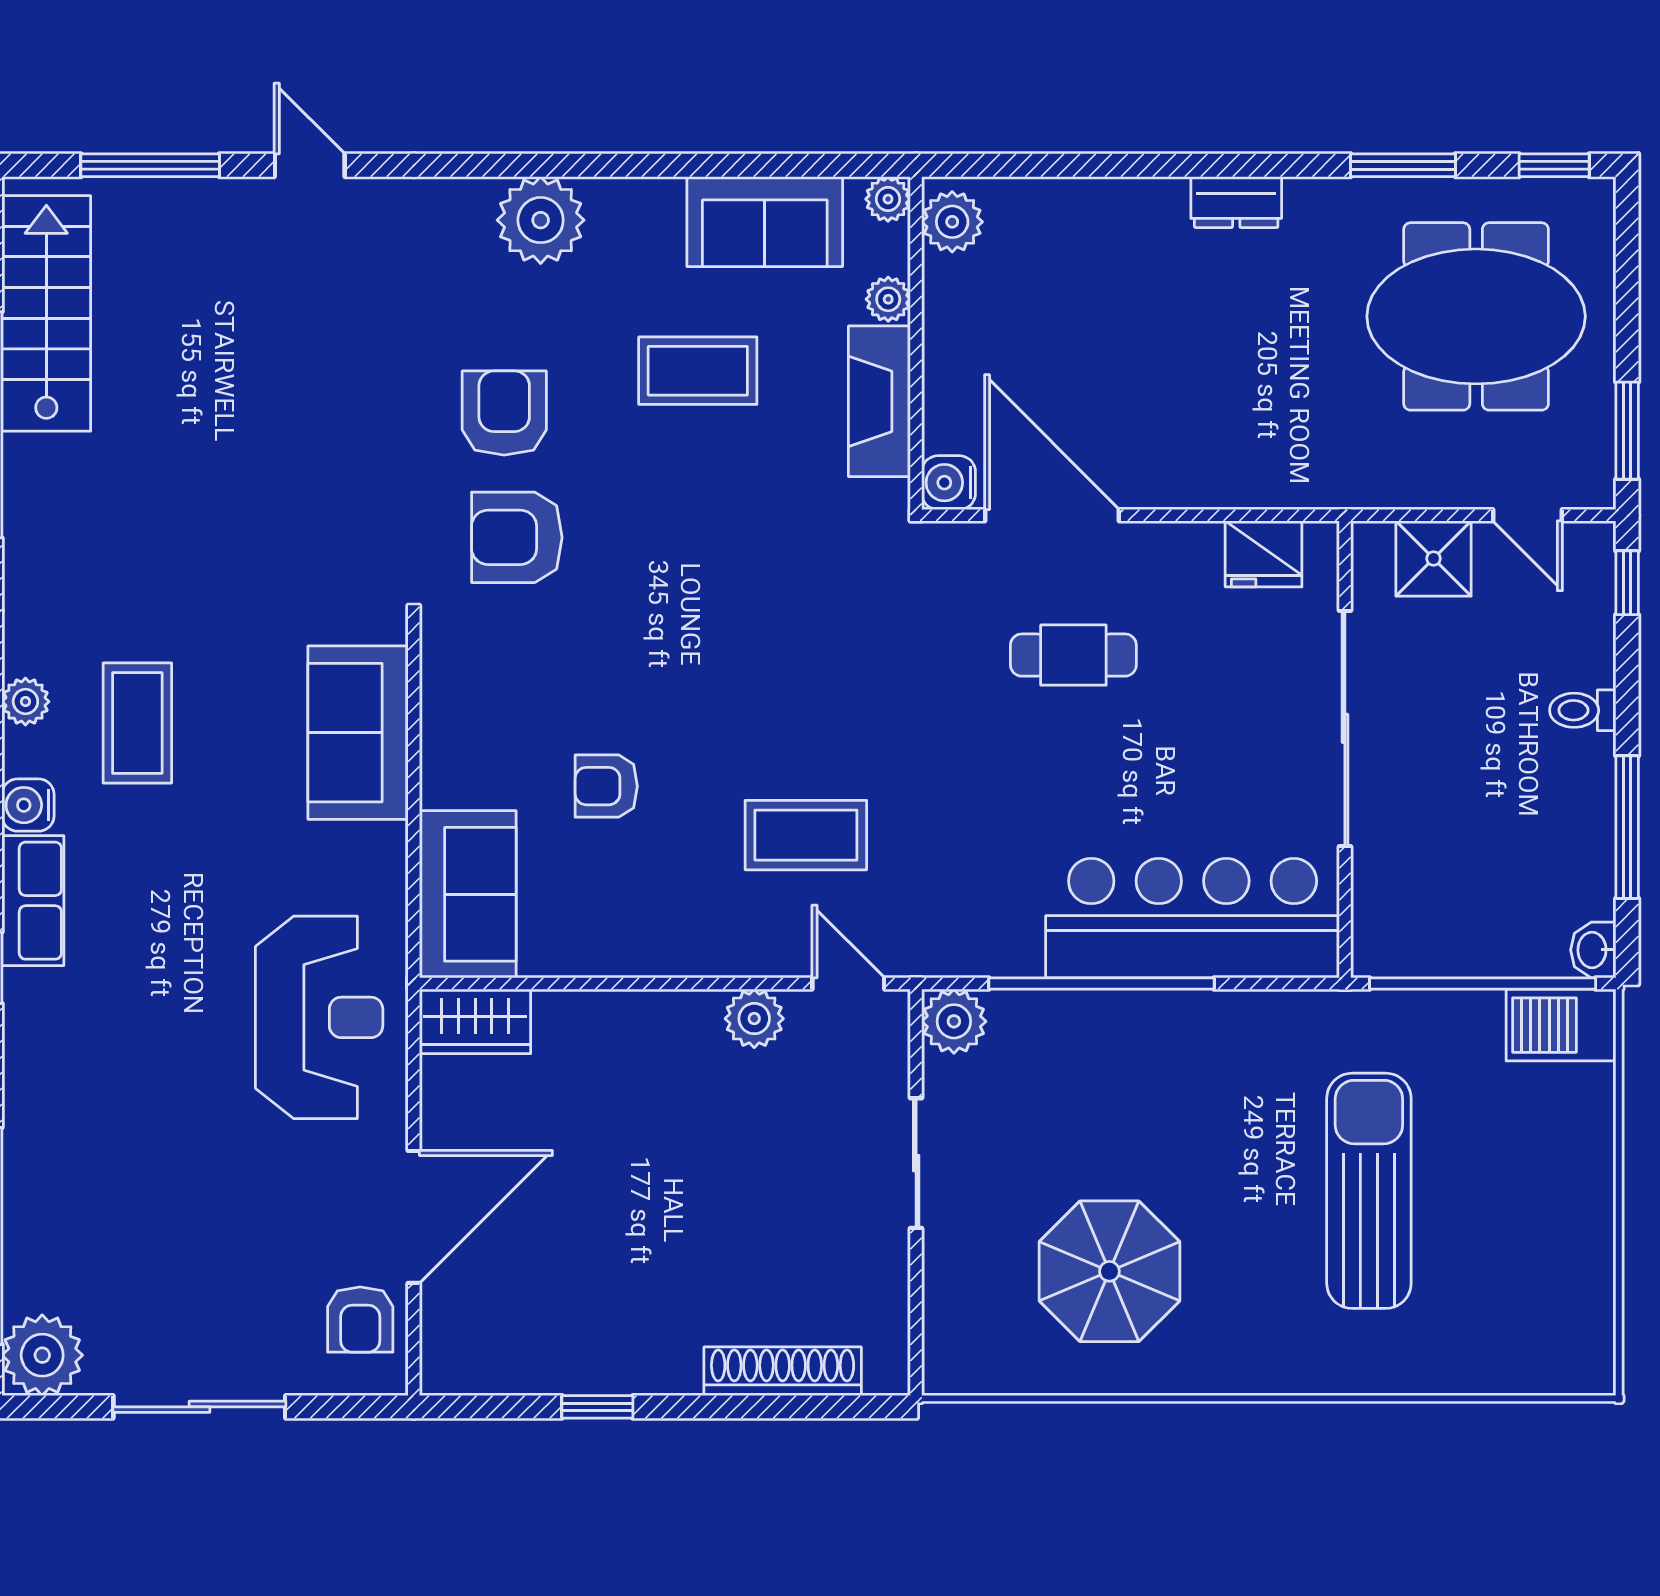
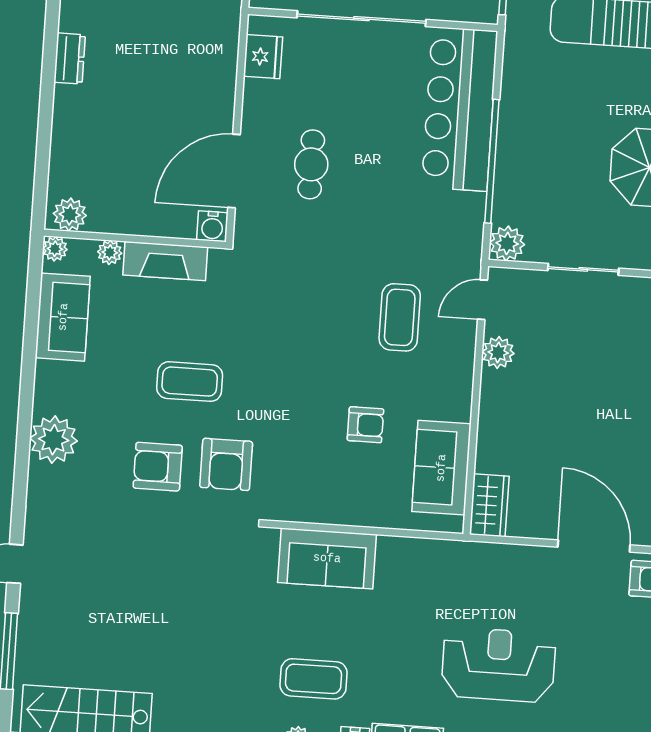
coffee table: (698, 371) -> (190, 382), moved, turned 90
armchair: (606, 786) -> (365, 425), turned -90
sofa: (468, 894) -> (441, 468), moved, turned -90
reception desk: (319, 1017) -> (498, 665), moved

